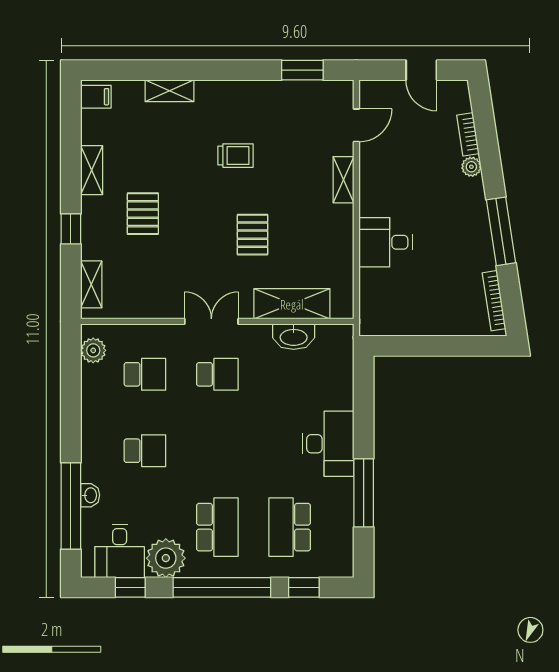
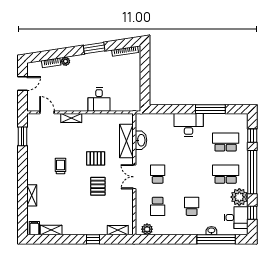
shelving: (92, 170) -> (51, 230), moved
pallet: (143, 214) -> (98, 186), moved, turned 90
window: (501, 231) -> (94, 48), width x0.69
school desk: (145, 374) -> (158, 206), turned 180
school desk: (290, 527) -> (226, 142), turned 180

